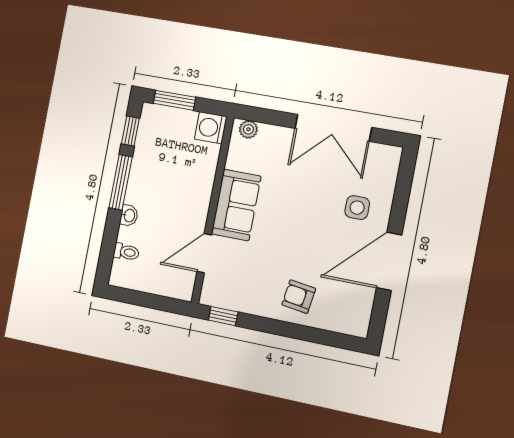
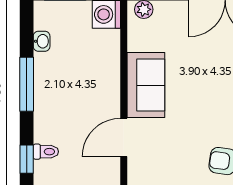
window: (130, 131) -> (27, 159), moved
washbasin: (129, 215) -> (42, 41), moved

